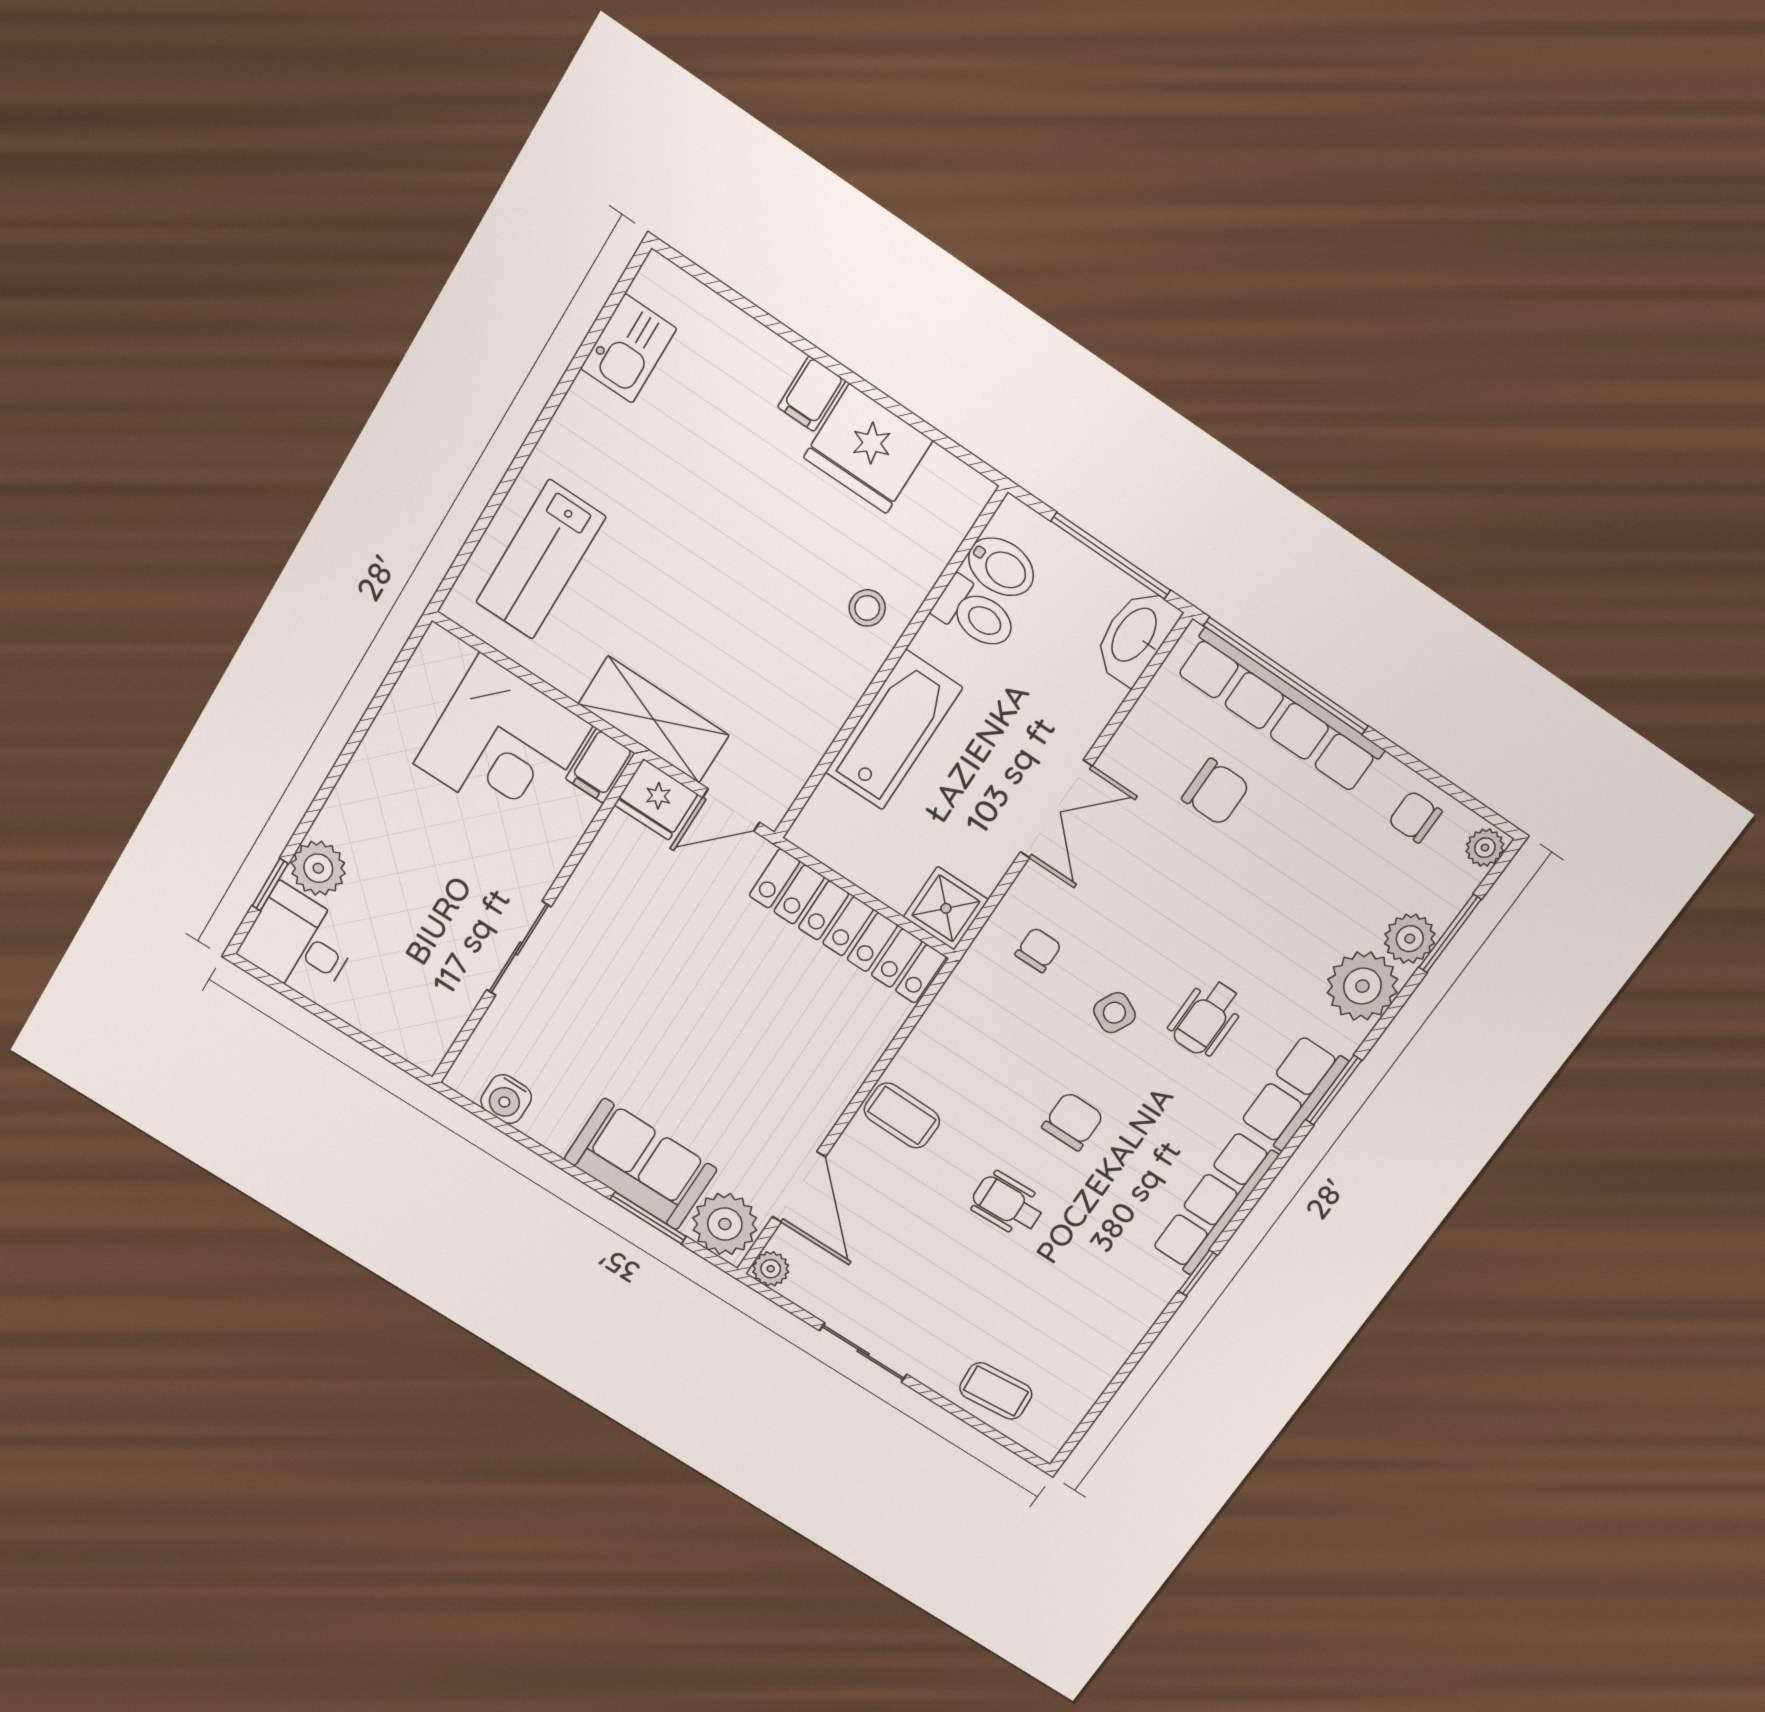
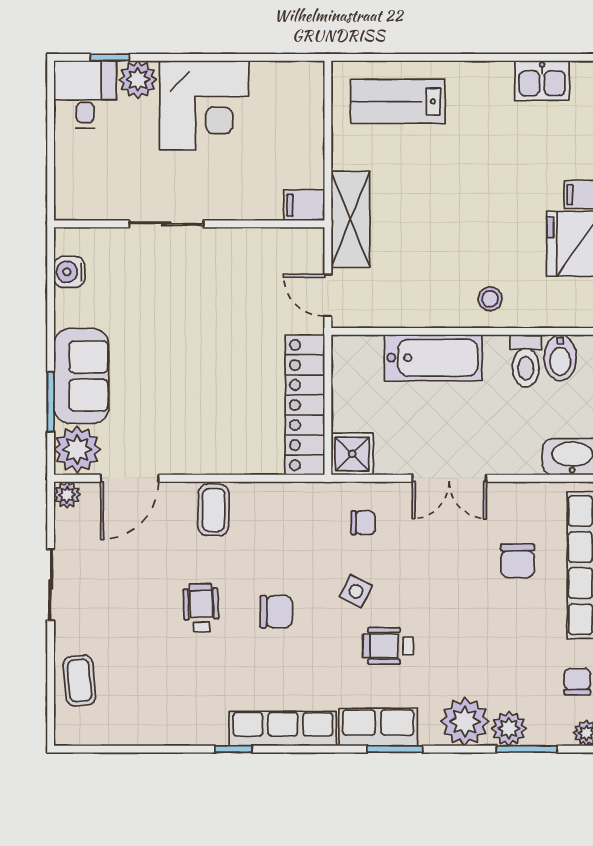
corner desk: (503, 745) -> (204, 105), moved, turned -90
fridge: (656, 800) -> (306, 249), removed

